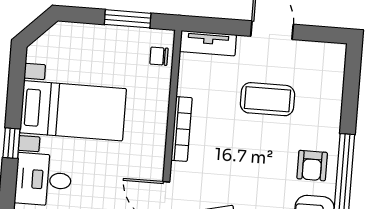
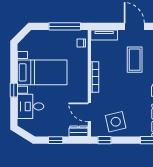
window: (128, 19) -> (65, 26), width x1.44
coffee table: (268, 99) -> (135, 60), turned 90

